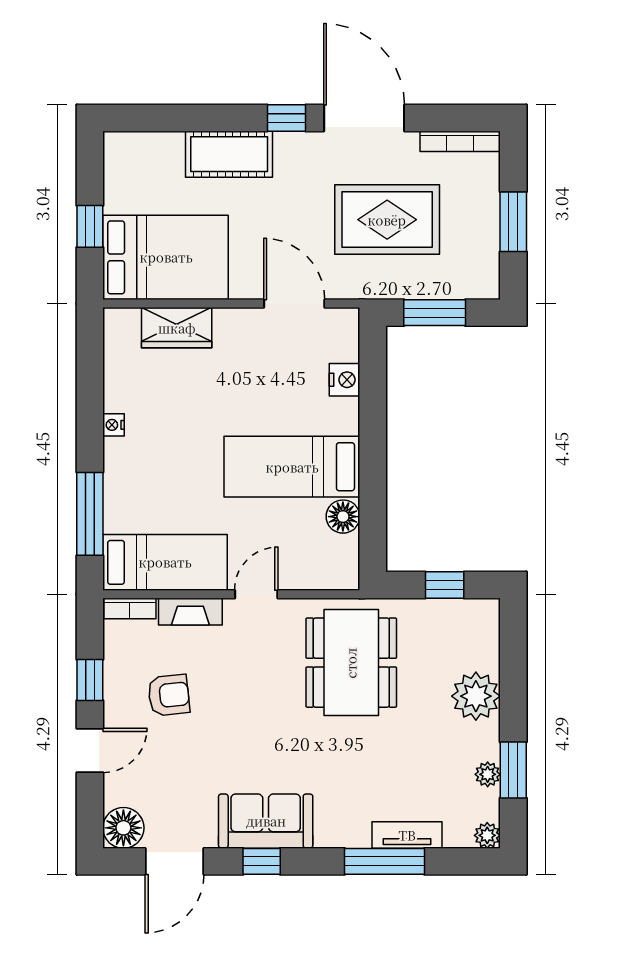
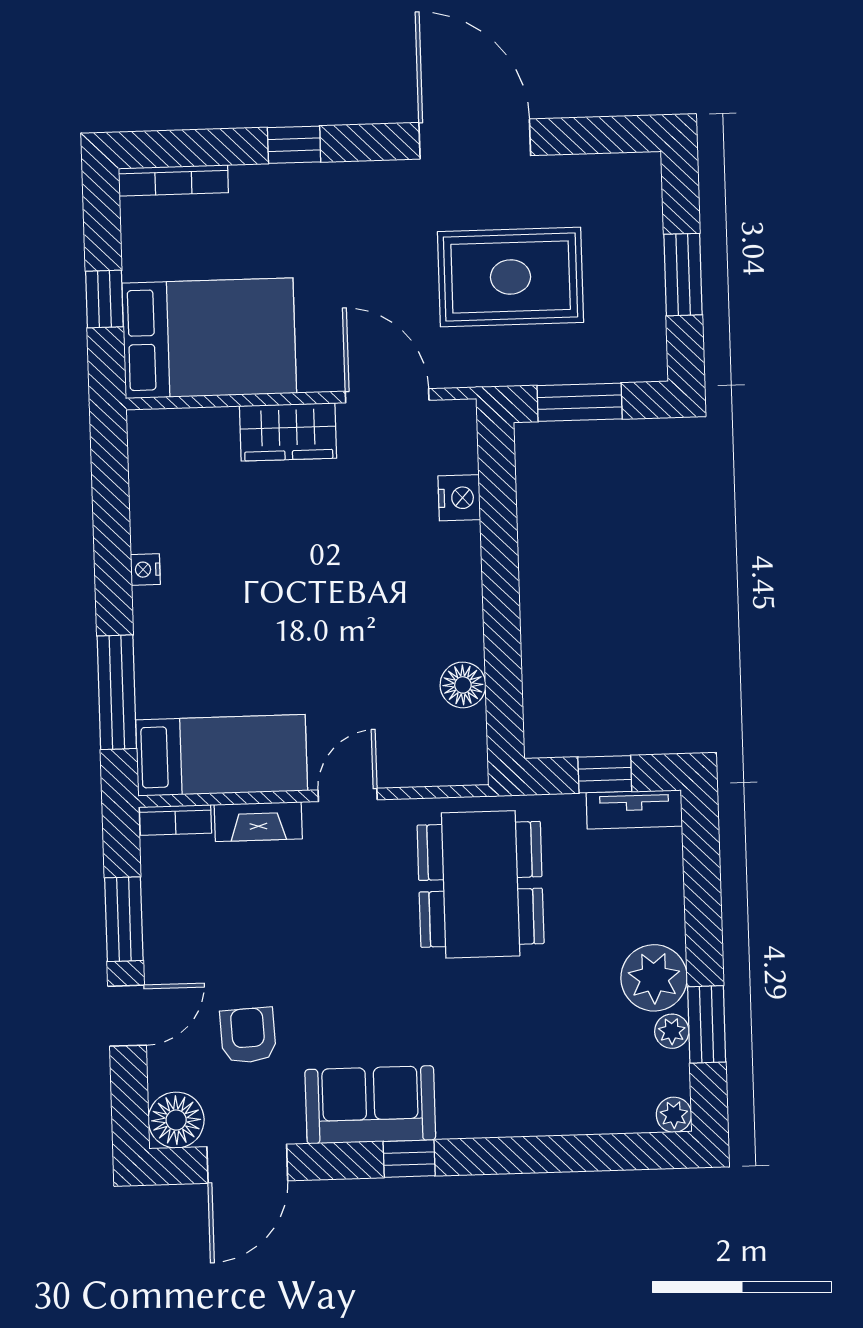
window: (287, 118) -> (294, 145), moved
bookcase: (460, 141) -> (173, 180), moved
cot: (229, 154) -> (292, 194), removed
wardrobe: (177, 328) -> (288, 432), moved
bed: (292, 467) -> (391, 619), removed
window: (90, 680) -> (124, 919), width x1.50
armchair: (169, 695) -> (248, 1035), moved, turned -87
plant: (476, 696) -> (654, 978), moved
tv unit: (407, 835) -> (634, 809), moved, turned 180
window: (262, 861) -> (409, 1159), moved
window: (384, 861) -> (535, 1155), removed

